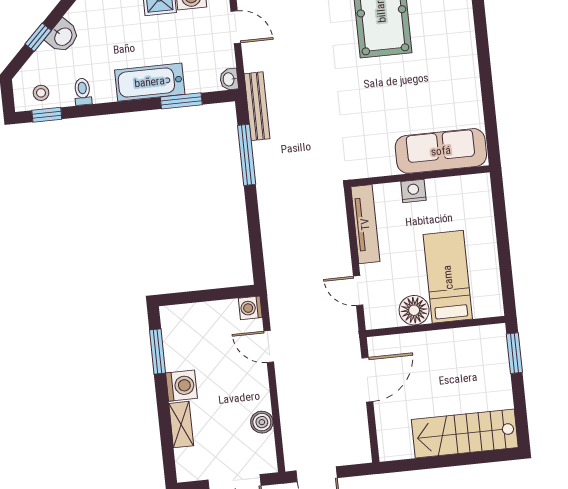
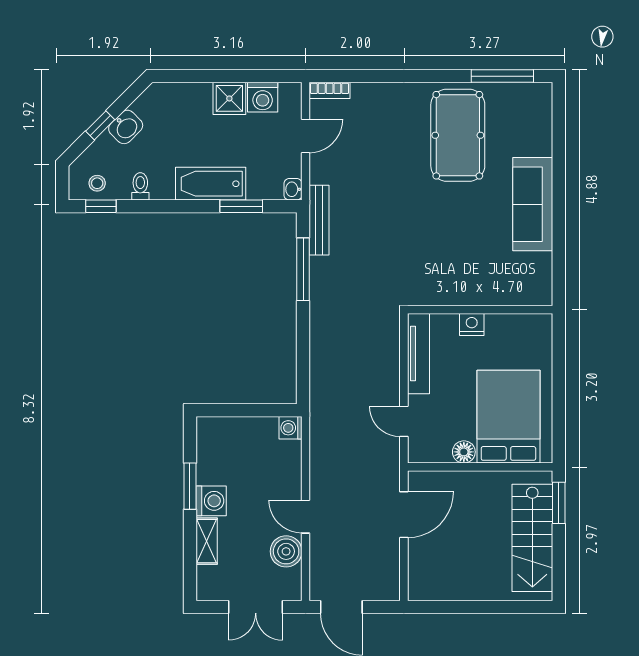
door: (236, 27) -> (306, 136), hinge flipped
sofa: (441, 151) -> (533, 204), moved, turned -90
bed: (448, 277) -> (508, 417), width x1.50
floor lamp: (414, 310) -> (464, 452), width x0.73, depth x0.73
door: (269, 346) -> (306, 517), moved
window: (158, 352) -> (190, 486), moved
boiler: (262, 422) -> (286, 551), width x1.36, depth x1.36
stairs: (465, 433) -> (532, 538), moved, turned -90

